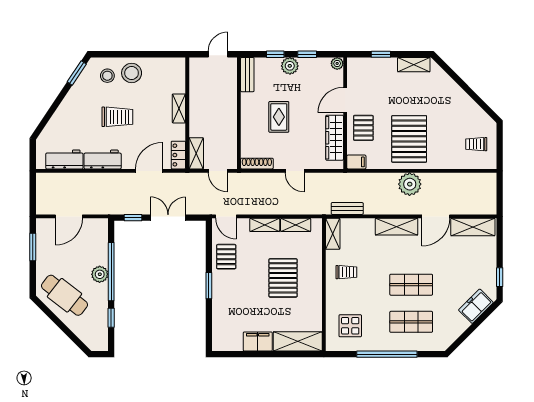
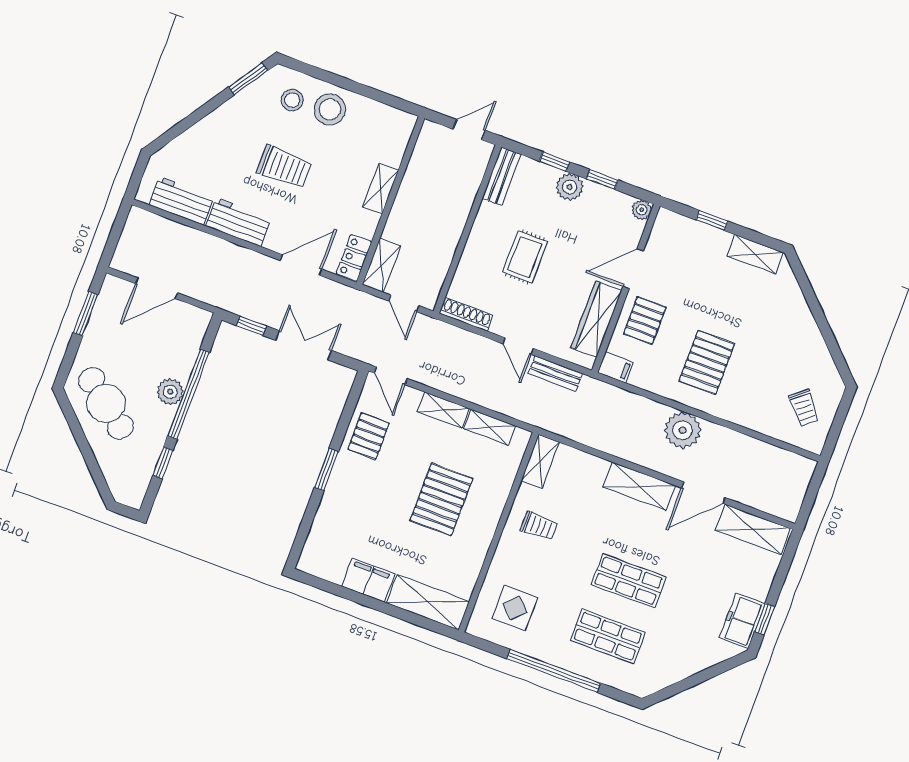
pallet: (409, 139) -> (707, 362), width x0.73, depth x0.71
trolley: (476, 144) -> (804, 408), turned -130
bench: (347, 208) -> (555, 373), moved
freezer: (476, 306) -> (742, 621), moved, turned -45

